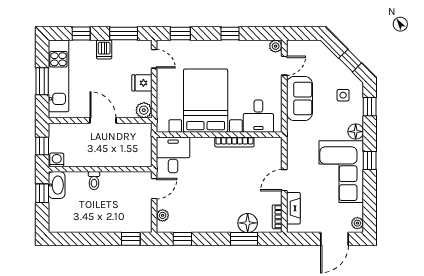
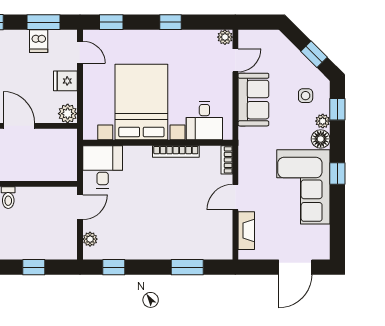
dishwasher: (104, 49) -> (39, 41), moved
bookcase: (277, 217) -> (227, 160), moved
floor lamp: (248, 223) -> (192, 248), removed
plant: (357, 223) -> (323, 121), moved
window: (131, 239) -> (34, 267), moved

